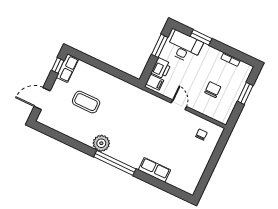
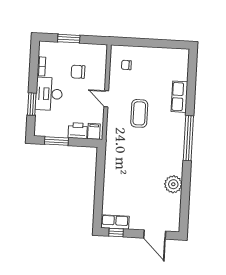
desk: (184, 47) -> (49, 94), moved
coffee table: (86, 102) -> (139, 113), moved
door: (179, 105) -> (106, 99), hinge flipped
plant: (101, 143) -> (173, 184), moved

